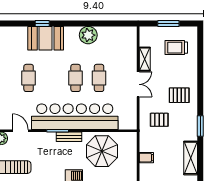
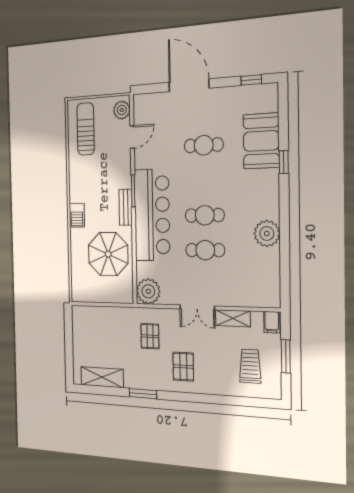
booth: (46, 38) -> (261, 141), moved
bar counter: (75, 117) -> (152, 215), width x0.73
plant: (128, 120) -> (148, 291), added
filing cabinet: (146, 158) -> (272, 322), moved

